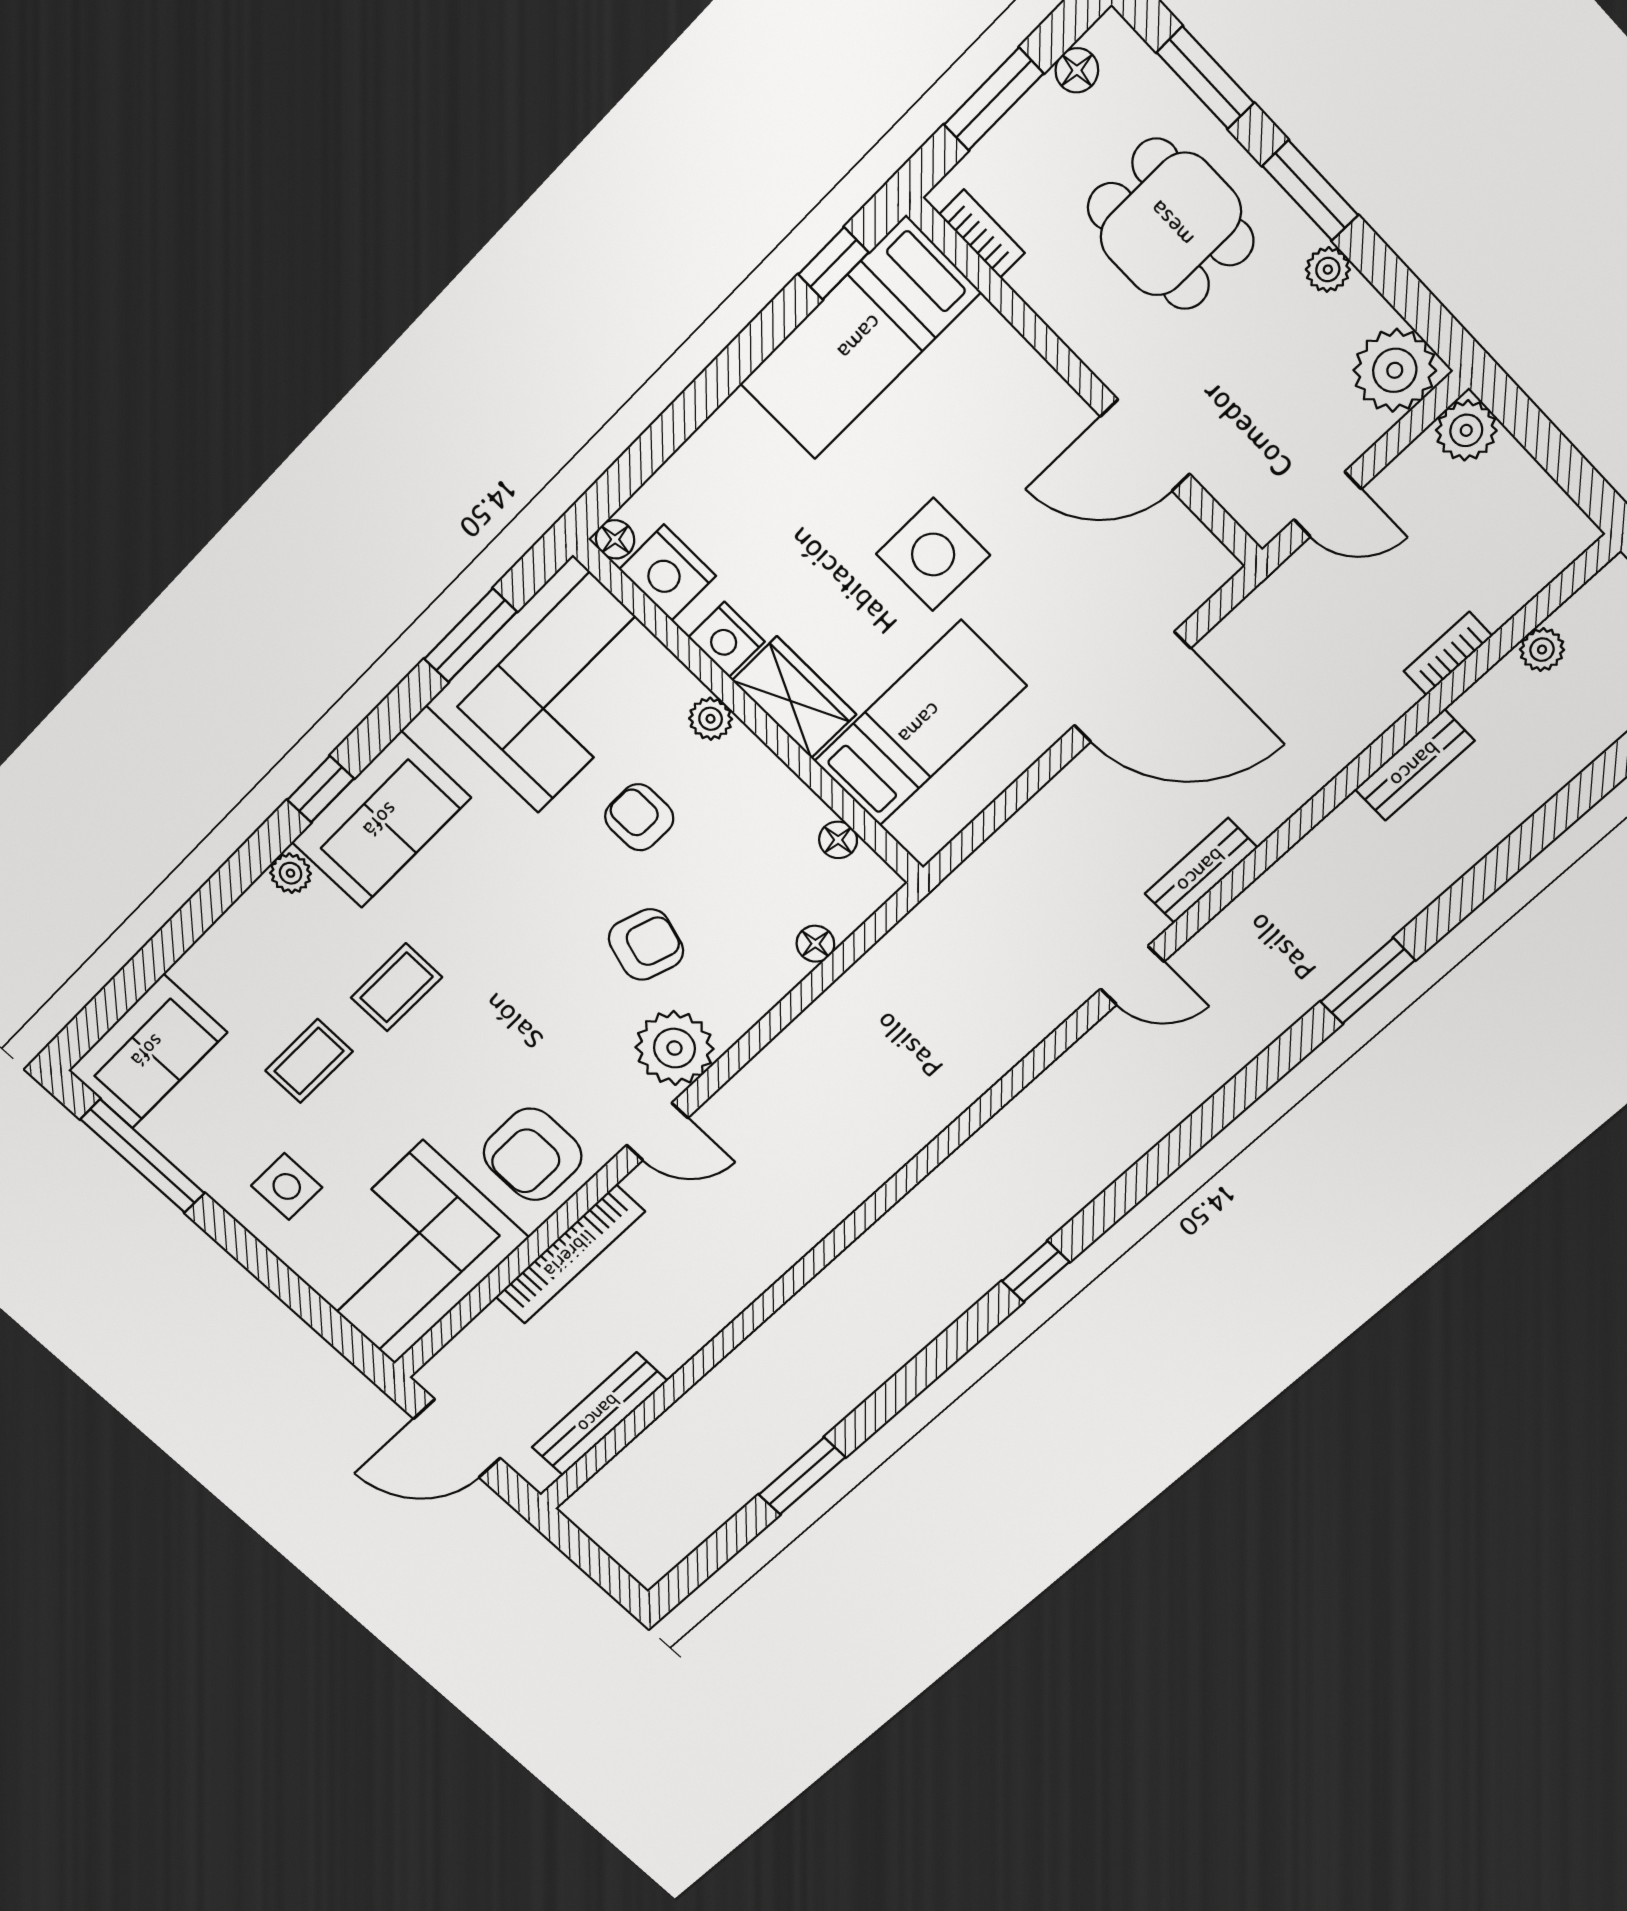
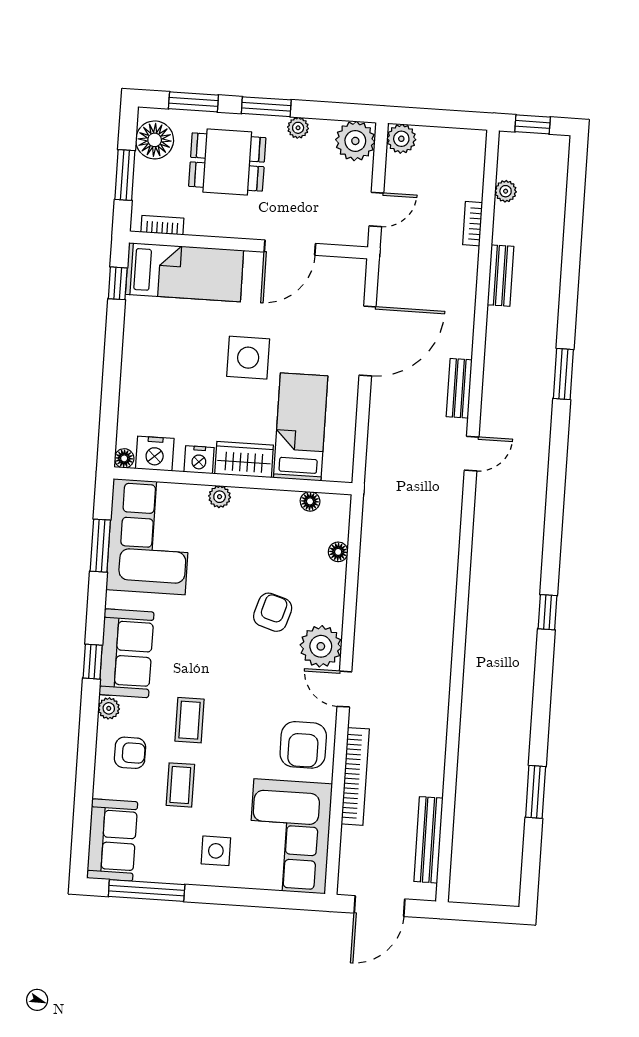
floor lamp: (1077, 70) -> (155, 140), width x1.89, depth x1.89
bed: (860, 338) -> (185, 272), moved, turned -90
armchair: (639, 817) -> (130, 753), moved, turned 180
door: (657, 1132) -> (344, 689), swing flipped

